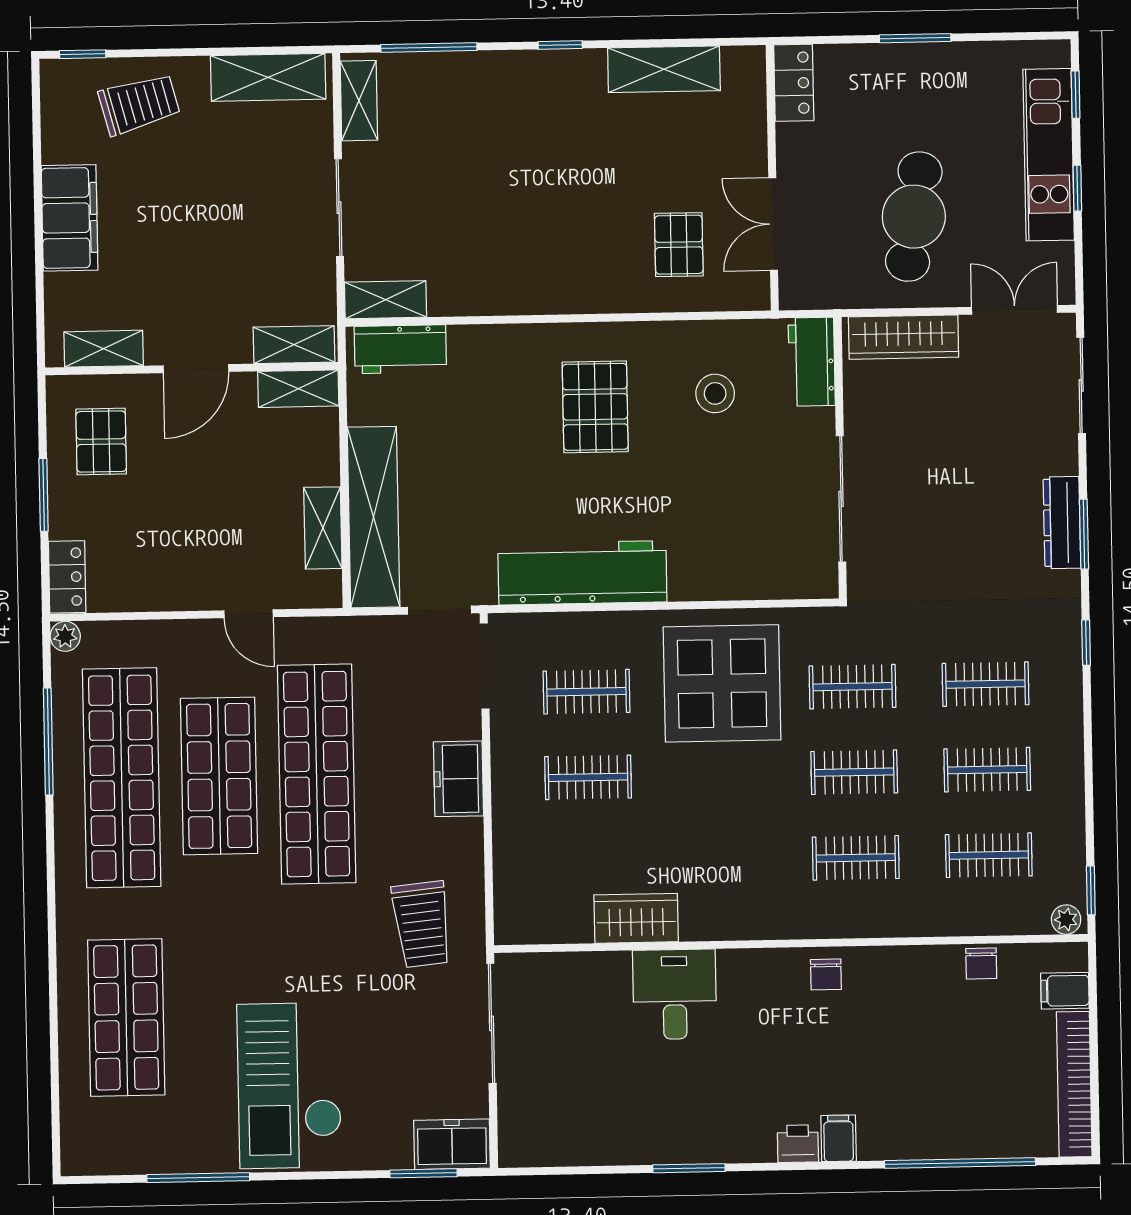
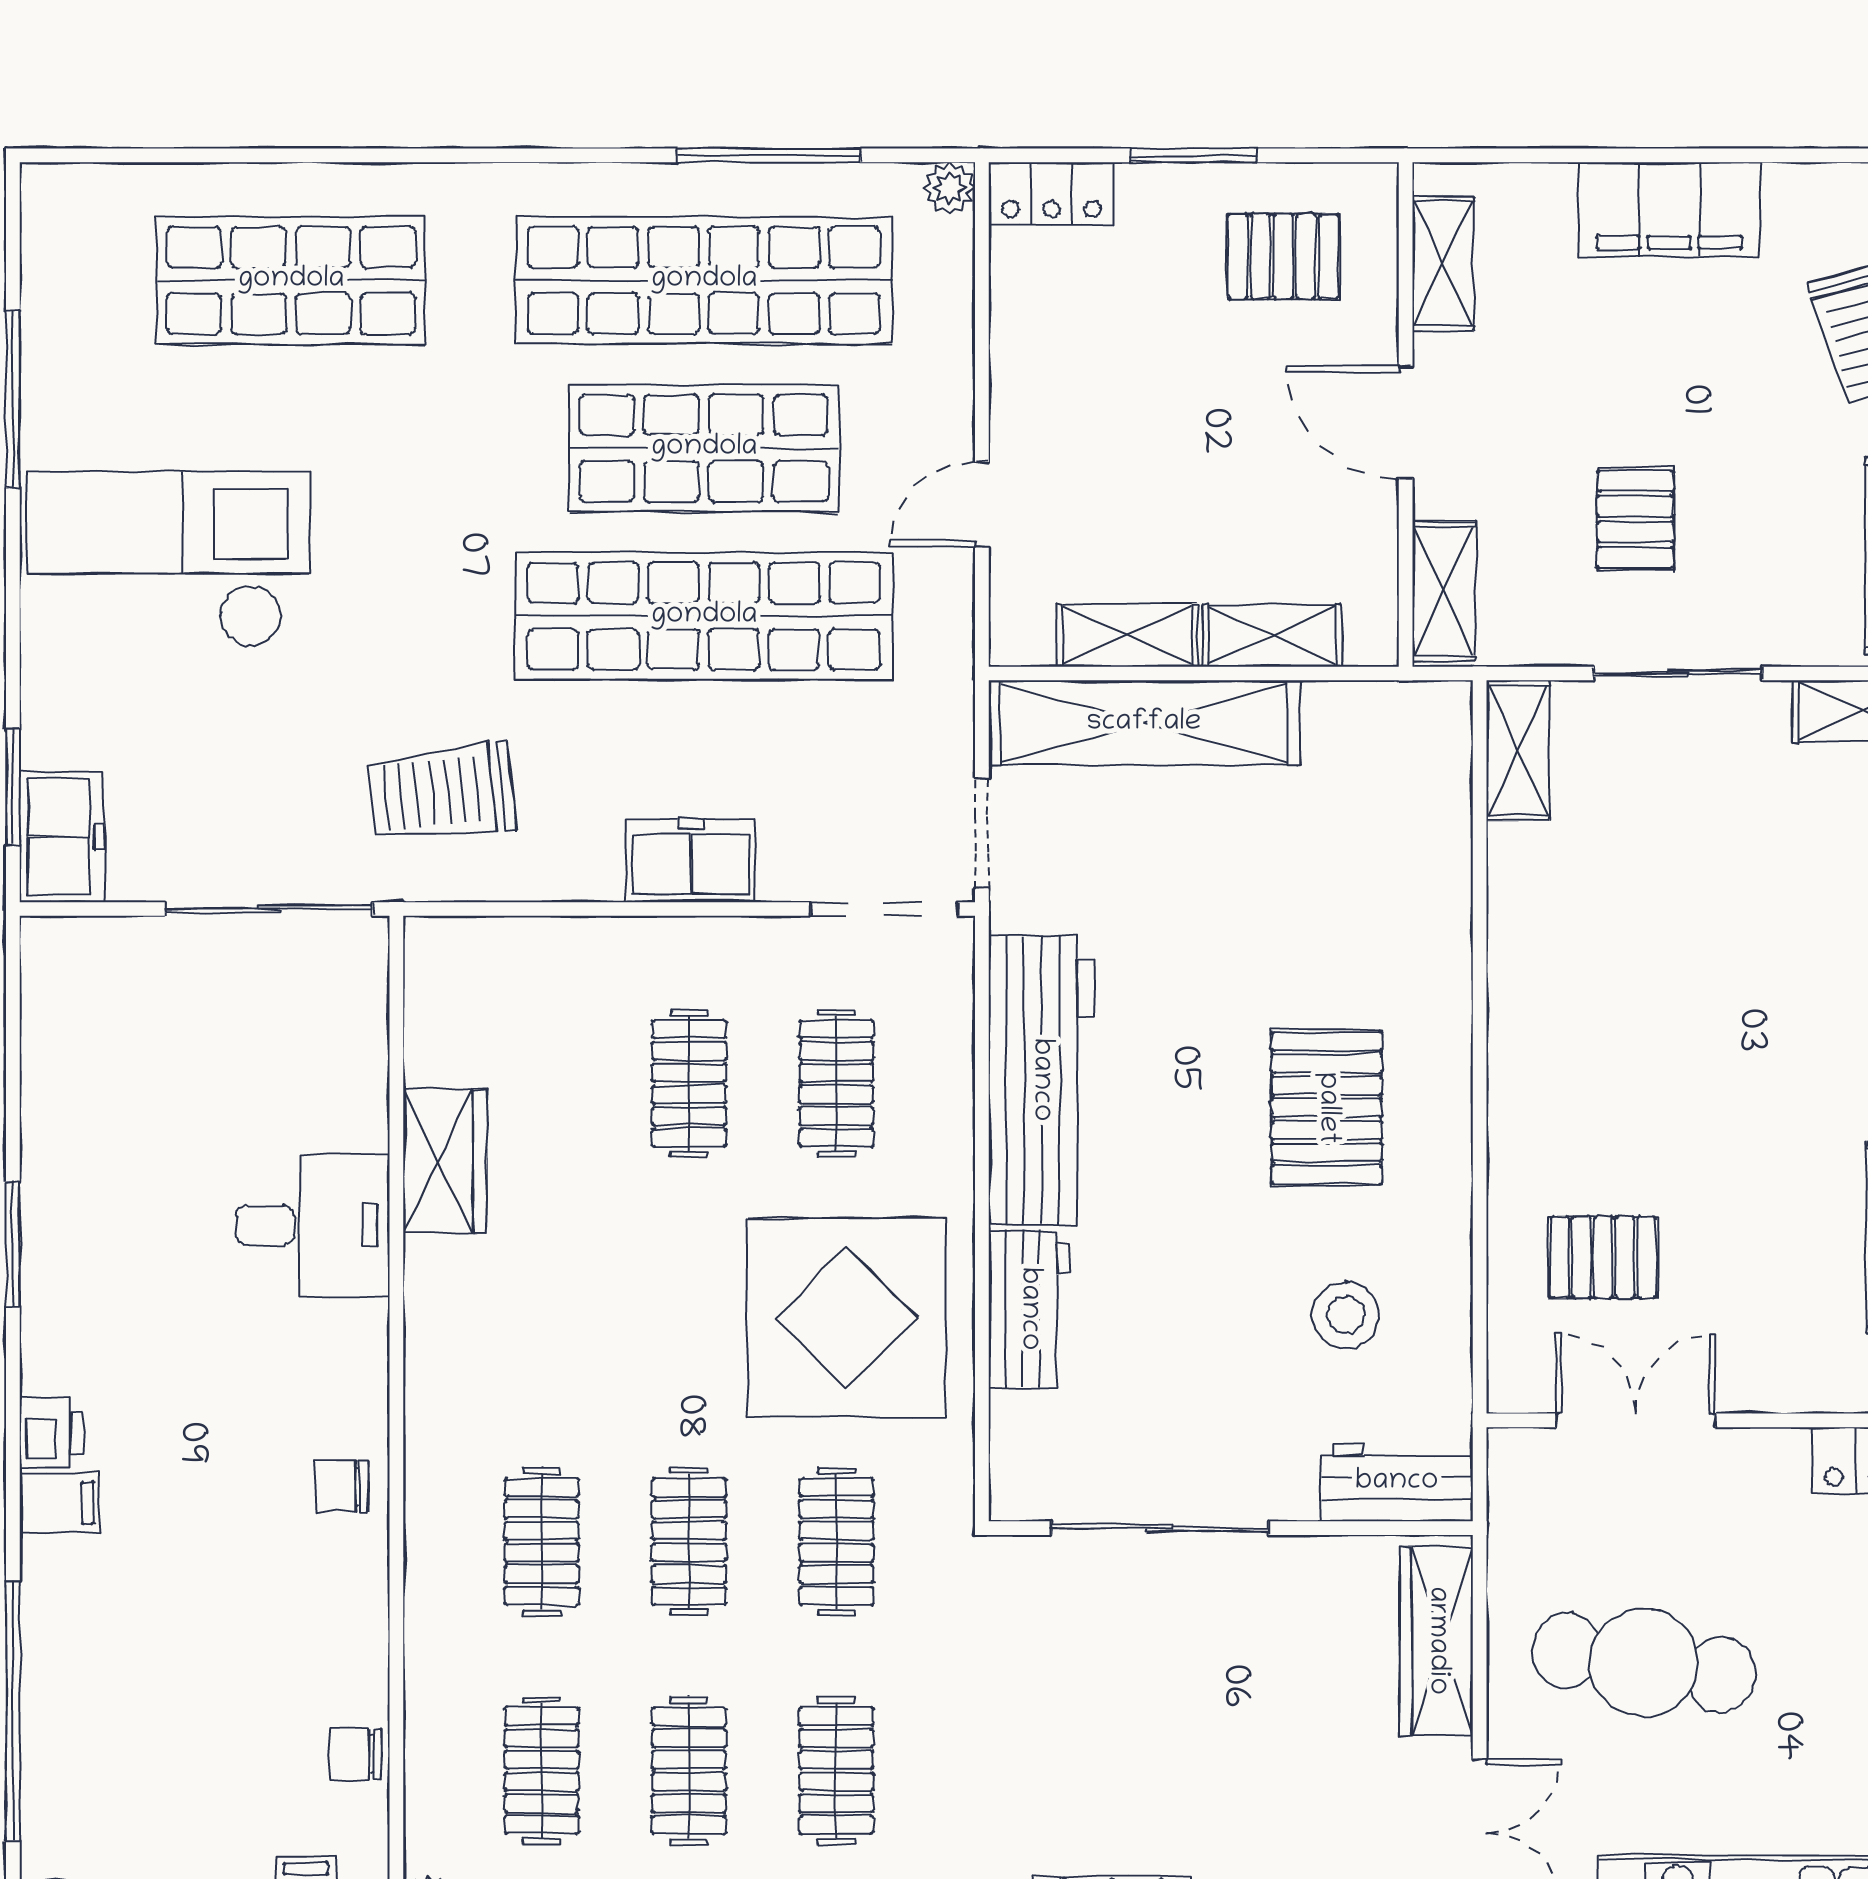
pallet: (250, 234) -> (1635, 519), added
workbench: (400, 349) -> (1029, 1309), moved, turned 180
shelving: (298, 389) -> (1272, 636), moved, turned 90
pallet: (595, 407) -> (1327, 1108), turned 90

